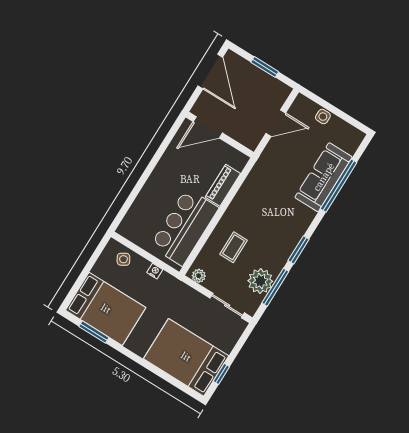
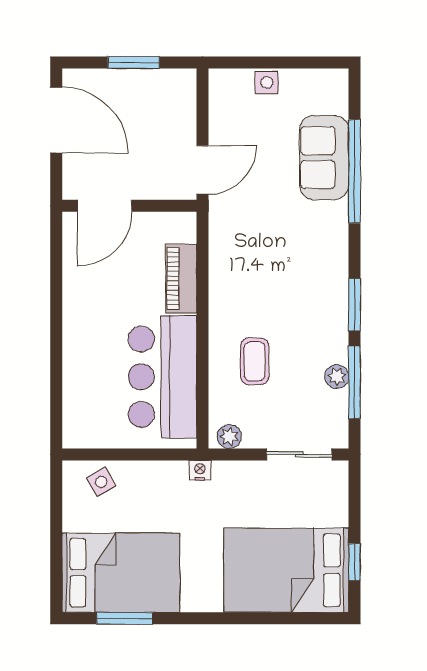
door: (276, 123) -> (202, 170), moved
sofa: (324, 177) -> (324, 158), width x0.73
nightstand: (155, 271) -> (200, 470), moved
plant: (260, 281) -> (337, 377), width x0.53, depth x0.53

